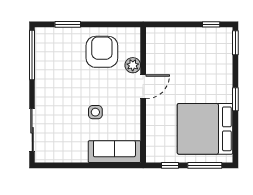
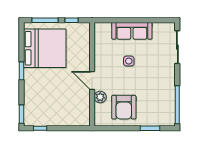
door: (143, 87) -> (92, 80), hinge flipped
sofa: (114, 152) -> (132, 31), moved

